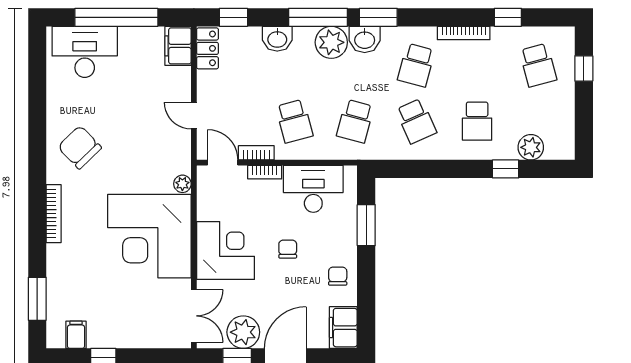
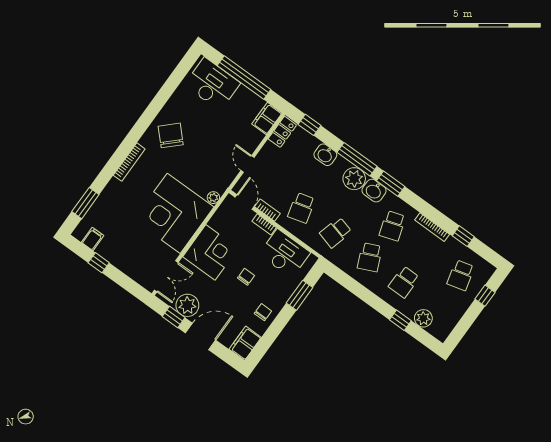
school desk: (416, 65) -> (392, 226), turned -33

